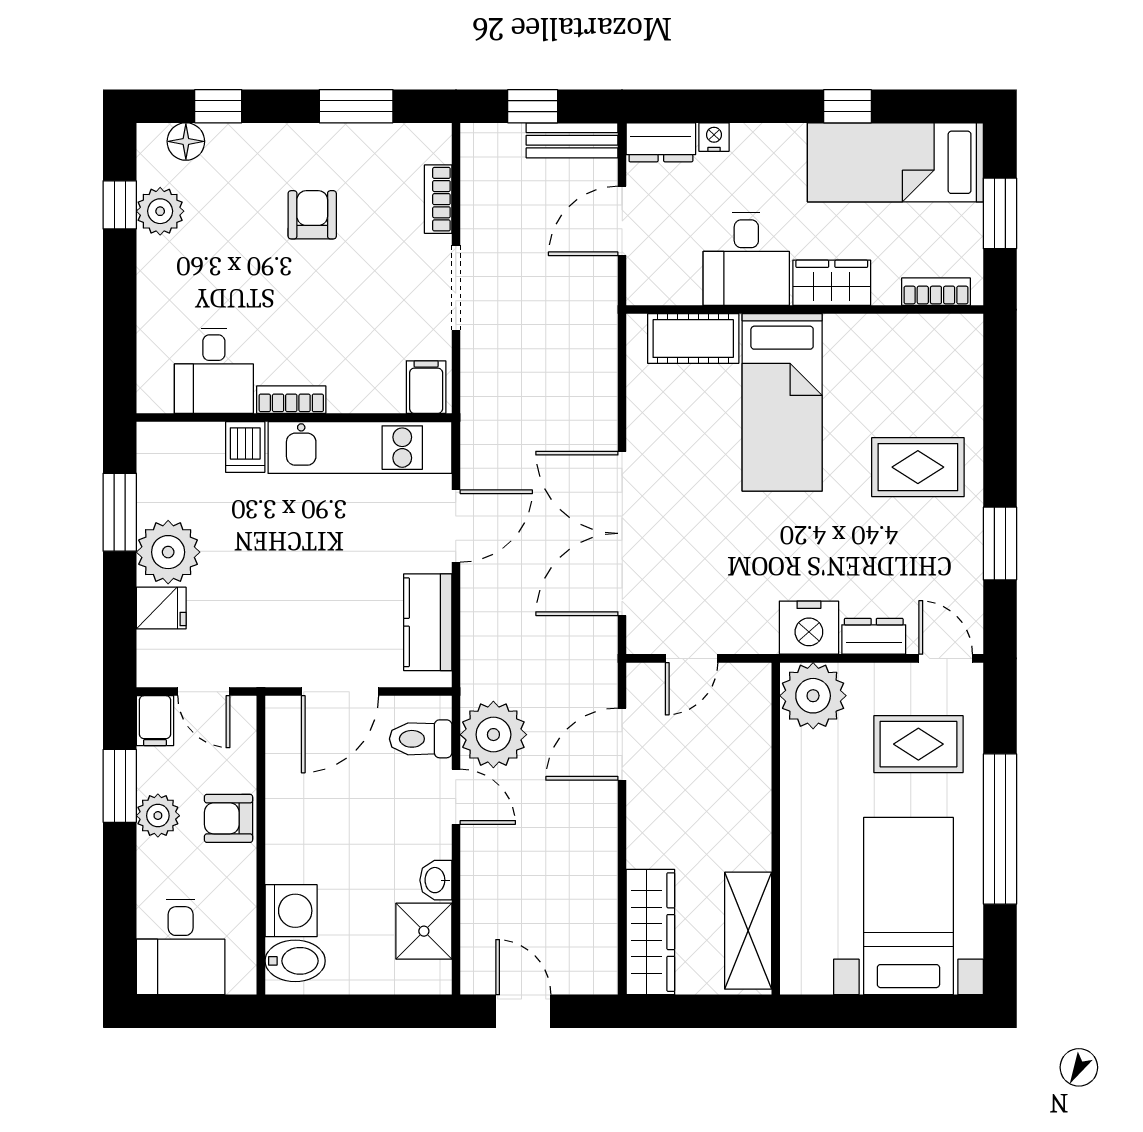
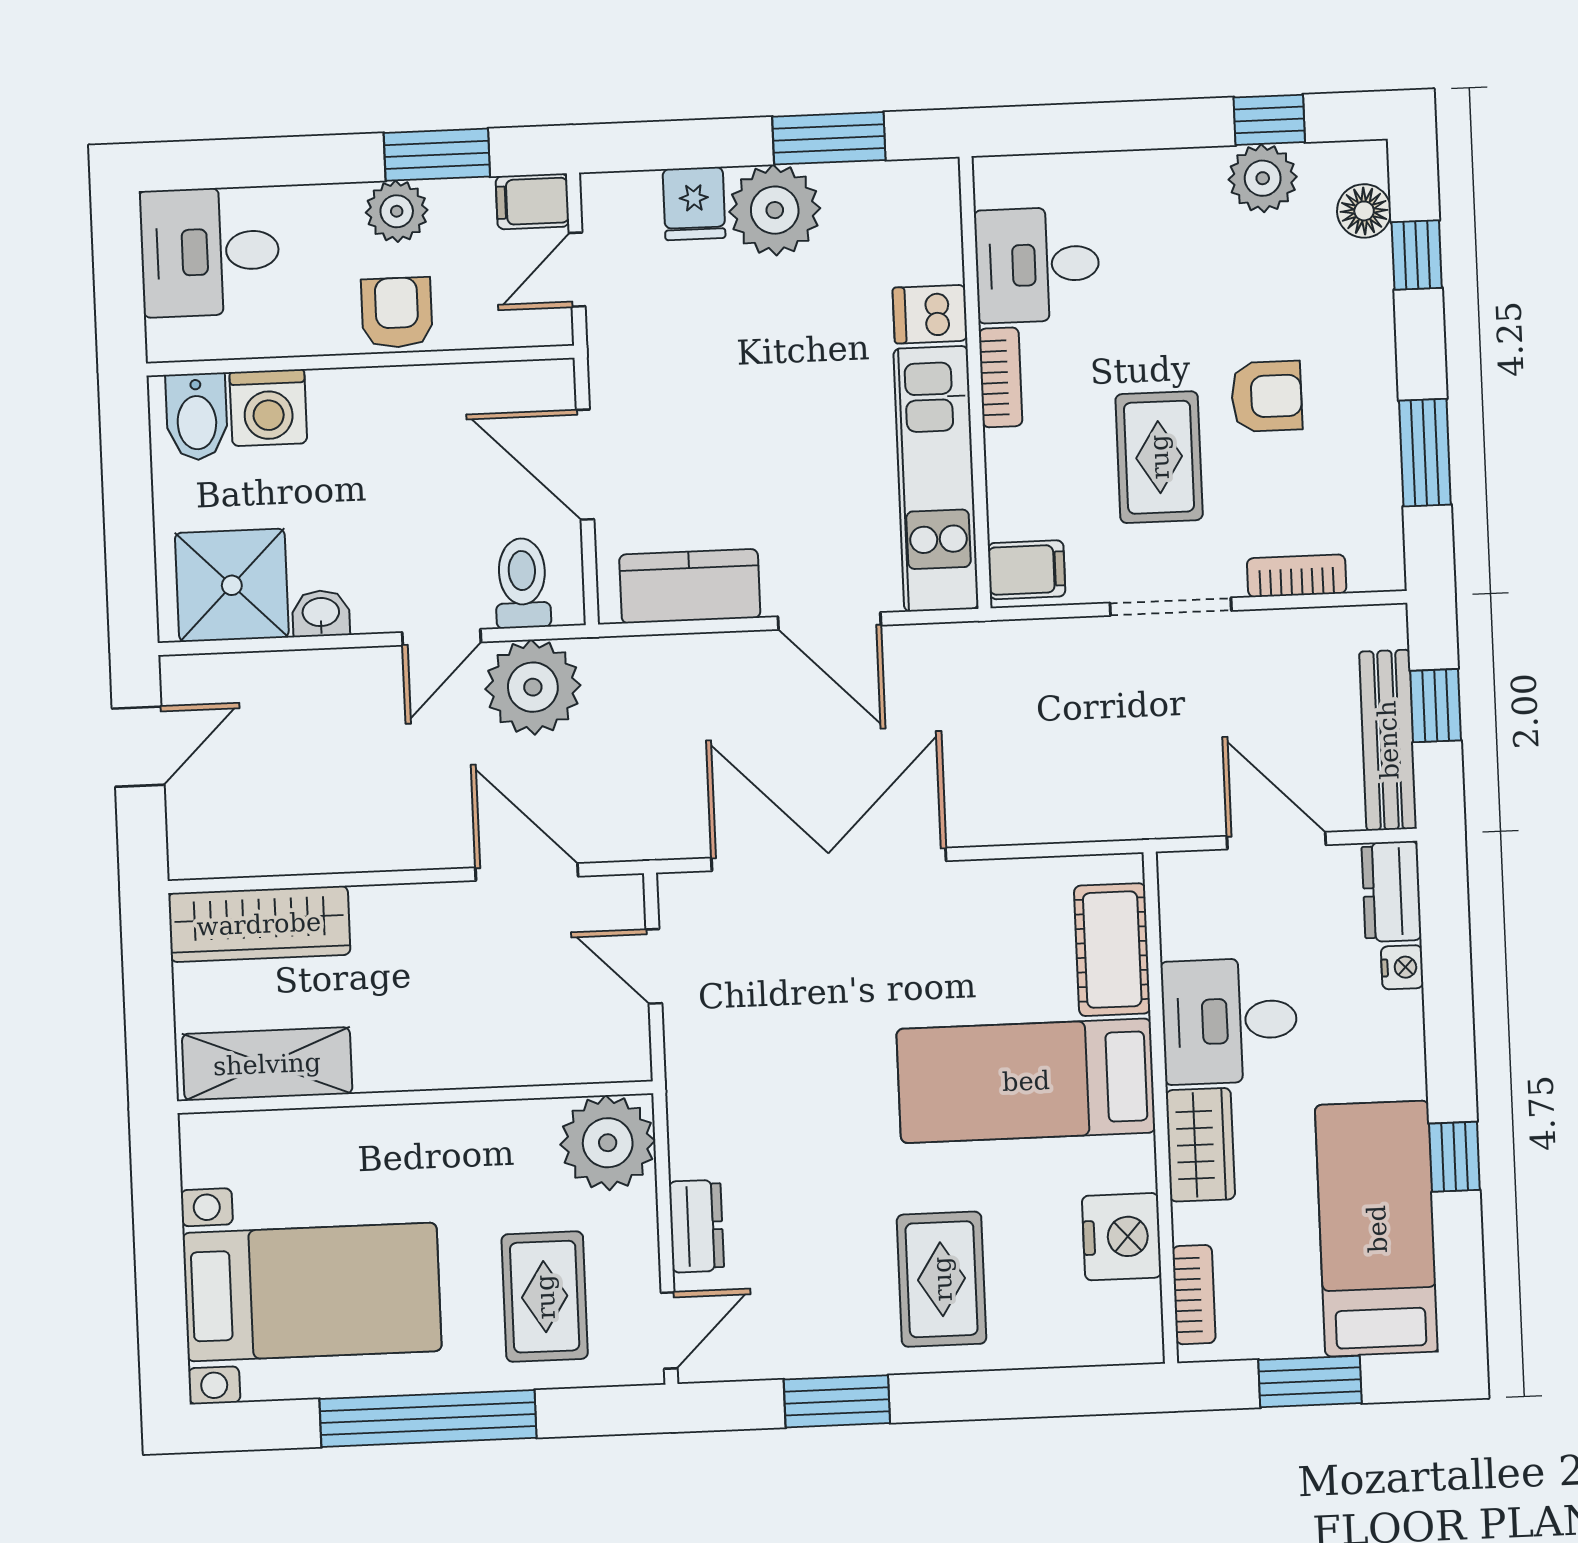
bench: (572, 140) -> (1388, 740), width x1.36
rug: (351, 292) -> (1159, 457), added
nightstand: (809, 628) -> (1122, 1237), moved, turned 180
shower: (424, 931) -> (232, 585), width x1.36, depth x1.36

